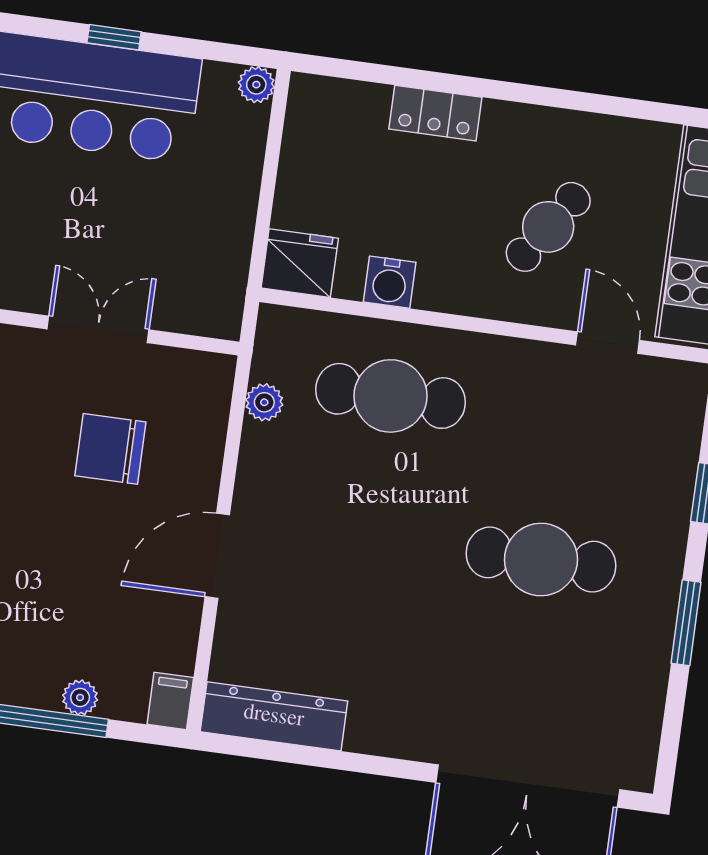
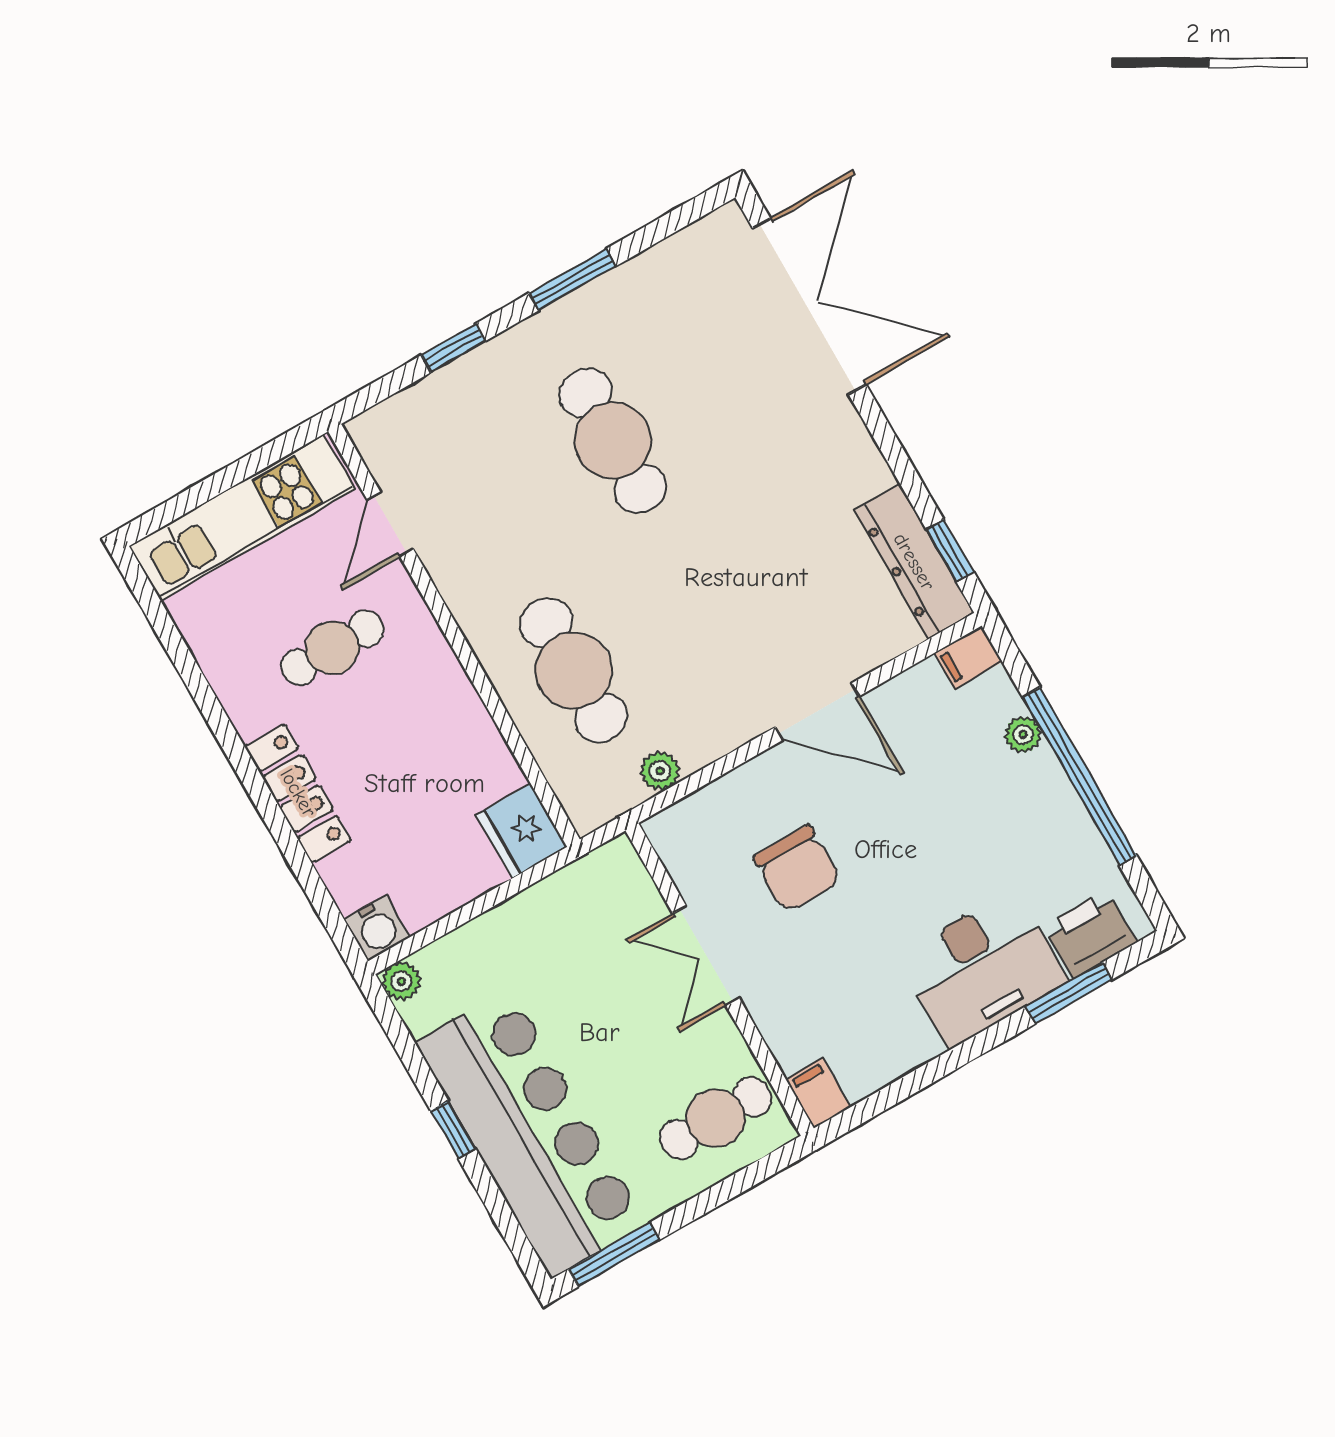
locker: (435, 113) -> (298, 793), width x1.53
cafe table: (548, 227) -> (332, 648), turned -34
water cooler: (390, 282) -> (377, 928), moved, turned 90
window: (261, 750) -> (950, 551), added

